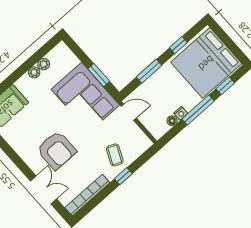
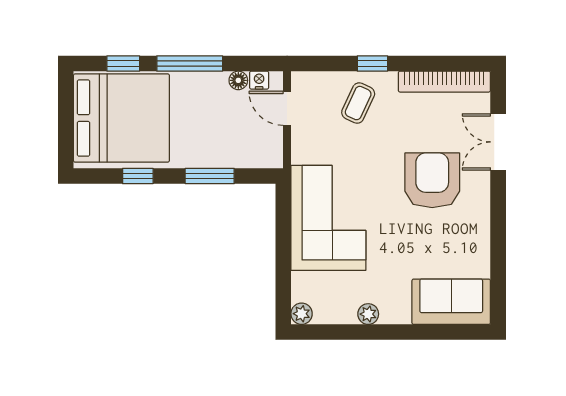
plant: (44, 64) -> (302, 314), moved
window: (99, 75) -> (283, 232), removed
door: (129, 112) -> (287, 108), moved
nightstand: (181, 113) -> (259, 80), moved

